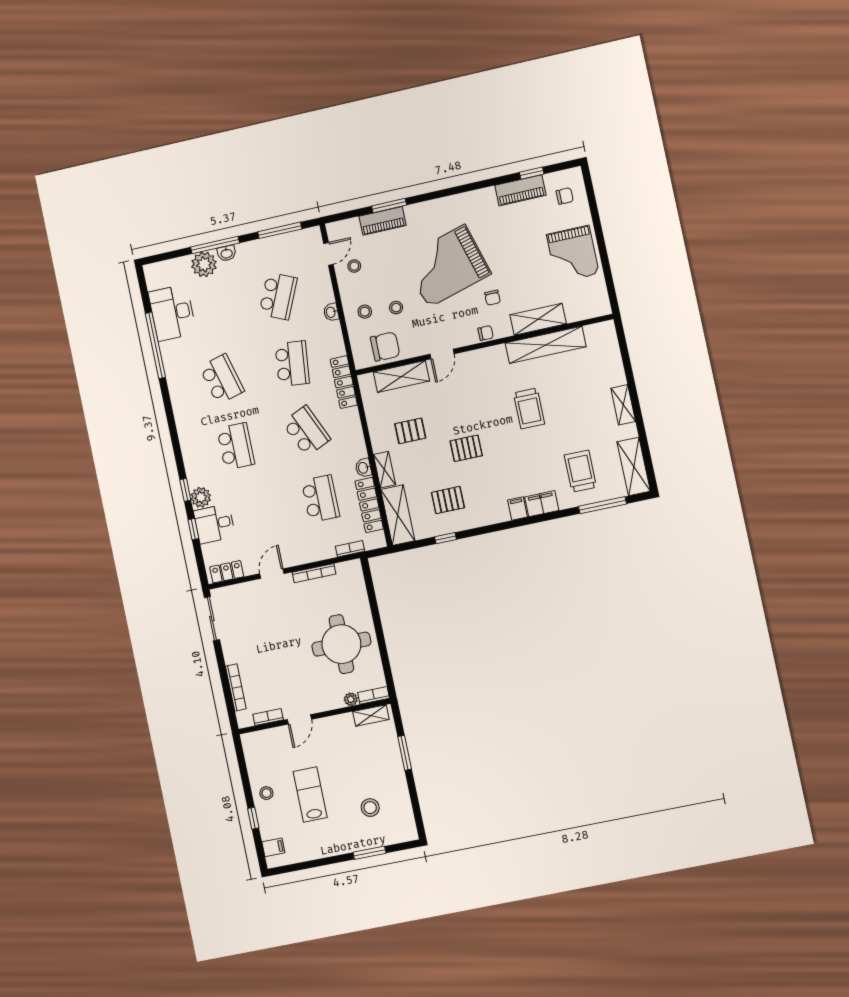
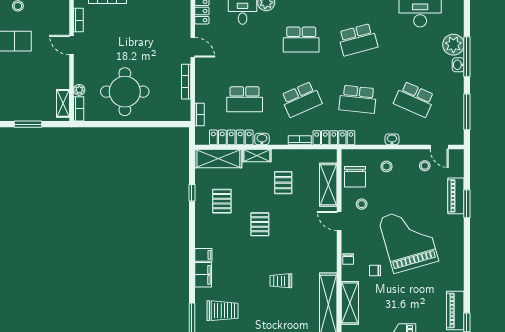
stool: (396, 308) -> (362, 204), moved
trolley: (529, 408) -> (281, 281), width x0.73, depth x0.72
bookcase: (355, 422) -> (300, 140), added

